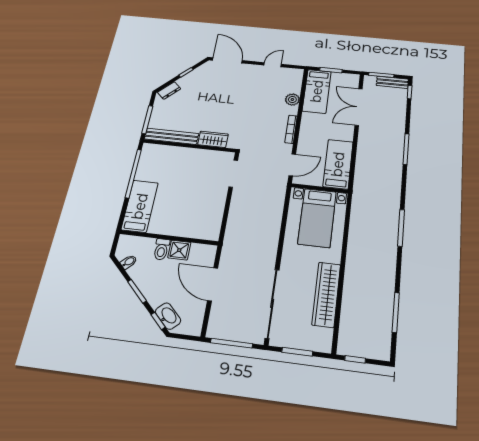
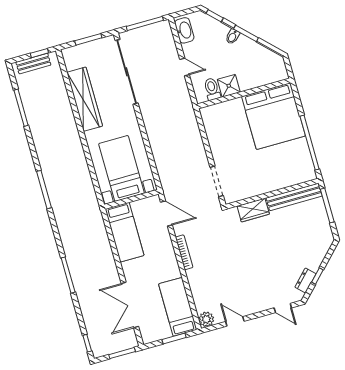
door: (227, 60) -> (283, 308), width x0.53
door: (273, 65) -> (235, 321), swing flipped
bench: (392, 82) -> (33, 64), moved
dresser: (169, 91) -> (305, 280), moved
plant: (292, 99) -> (206, 319), moved
double door: (359, 107) -> (130, 305), swing flipped
door: (292, 165) -> (166, 214), swing flipped
bed: (140, 206) -> (273, 116), width x2.04
toilet: (161, 249) -> (212, 89), moved
bidet: (129, 262) -> (233, 37), moved
door: (213, 284) -> (185, 67), width x0.53
washbasin: (168, 316) -> (184, 30), moved, turned -135

